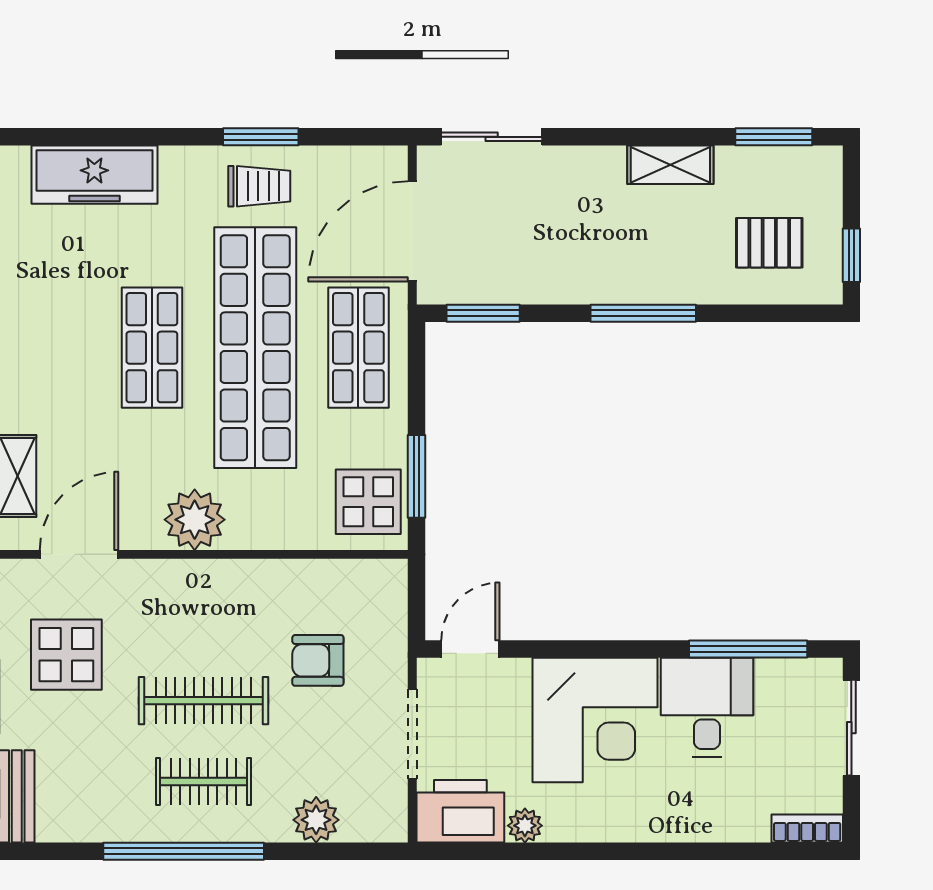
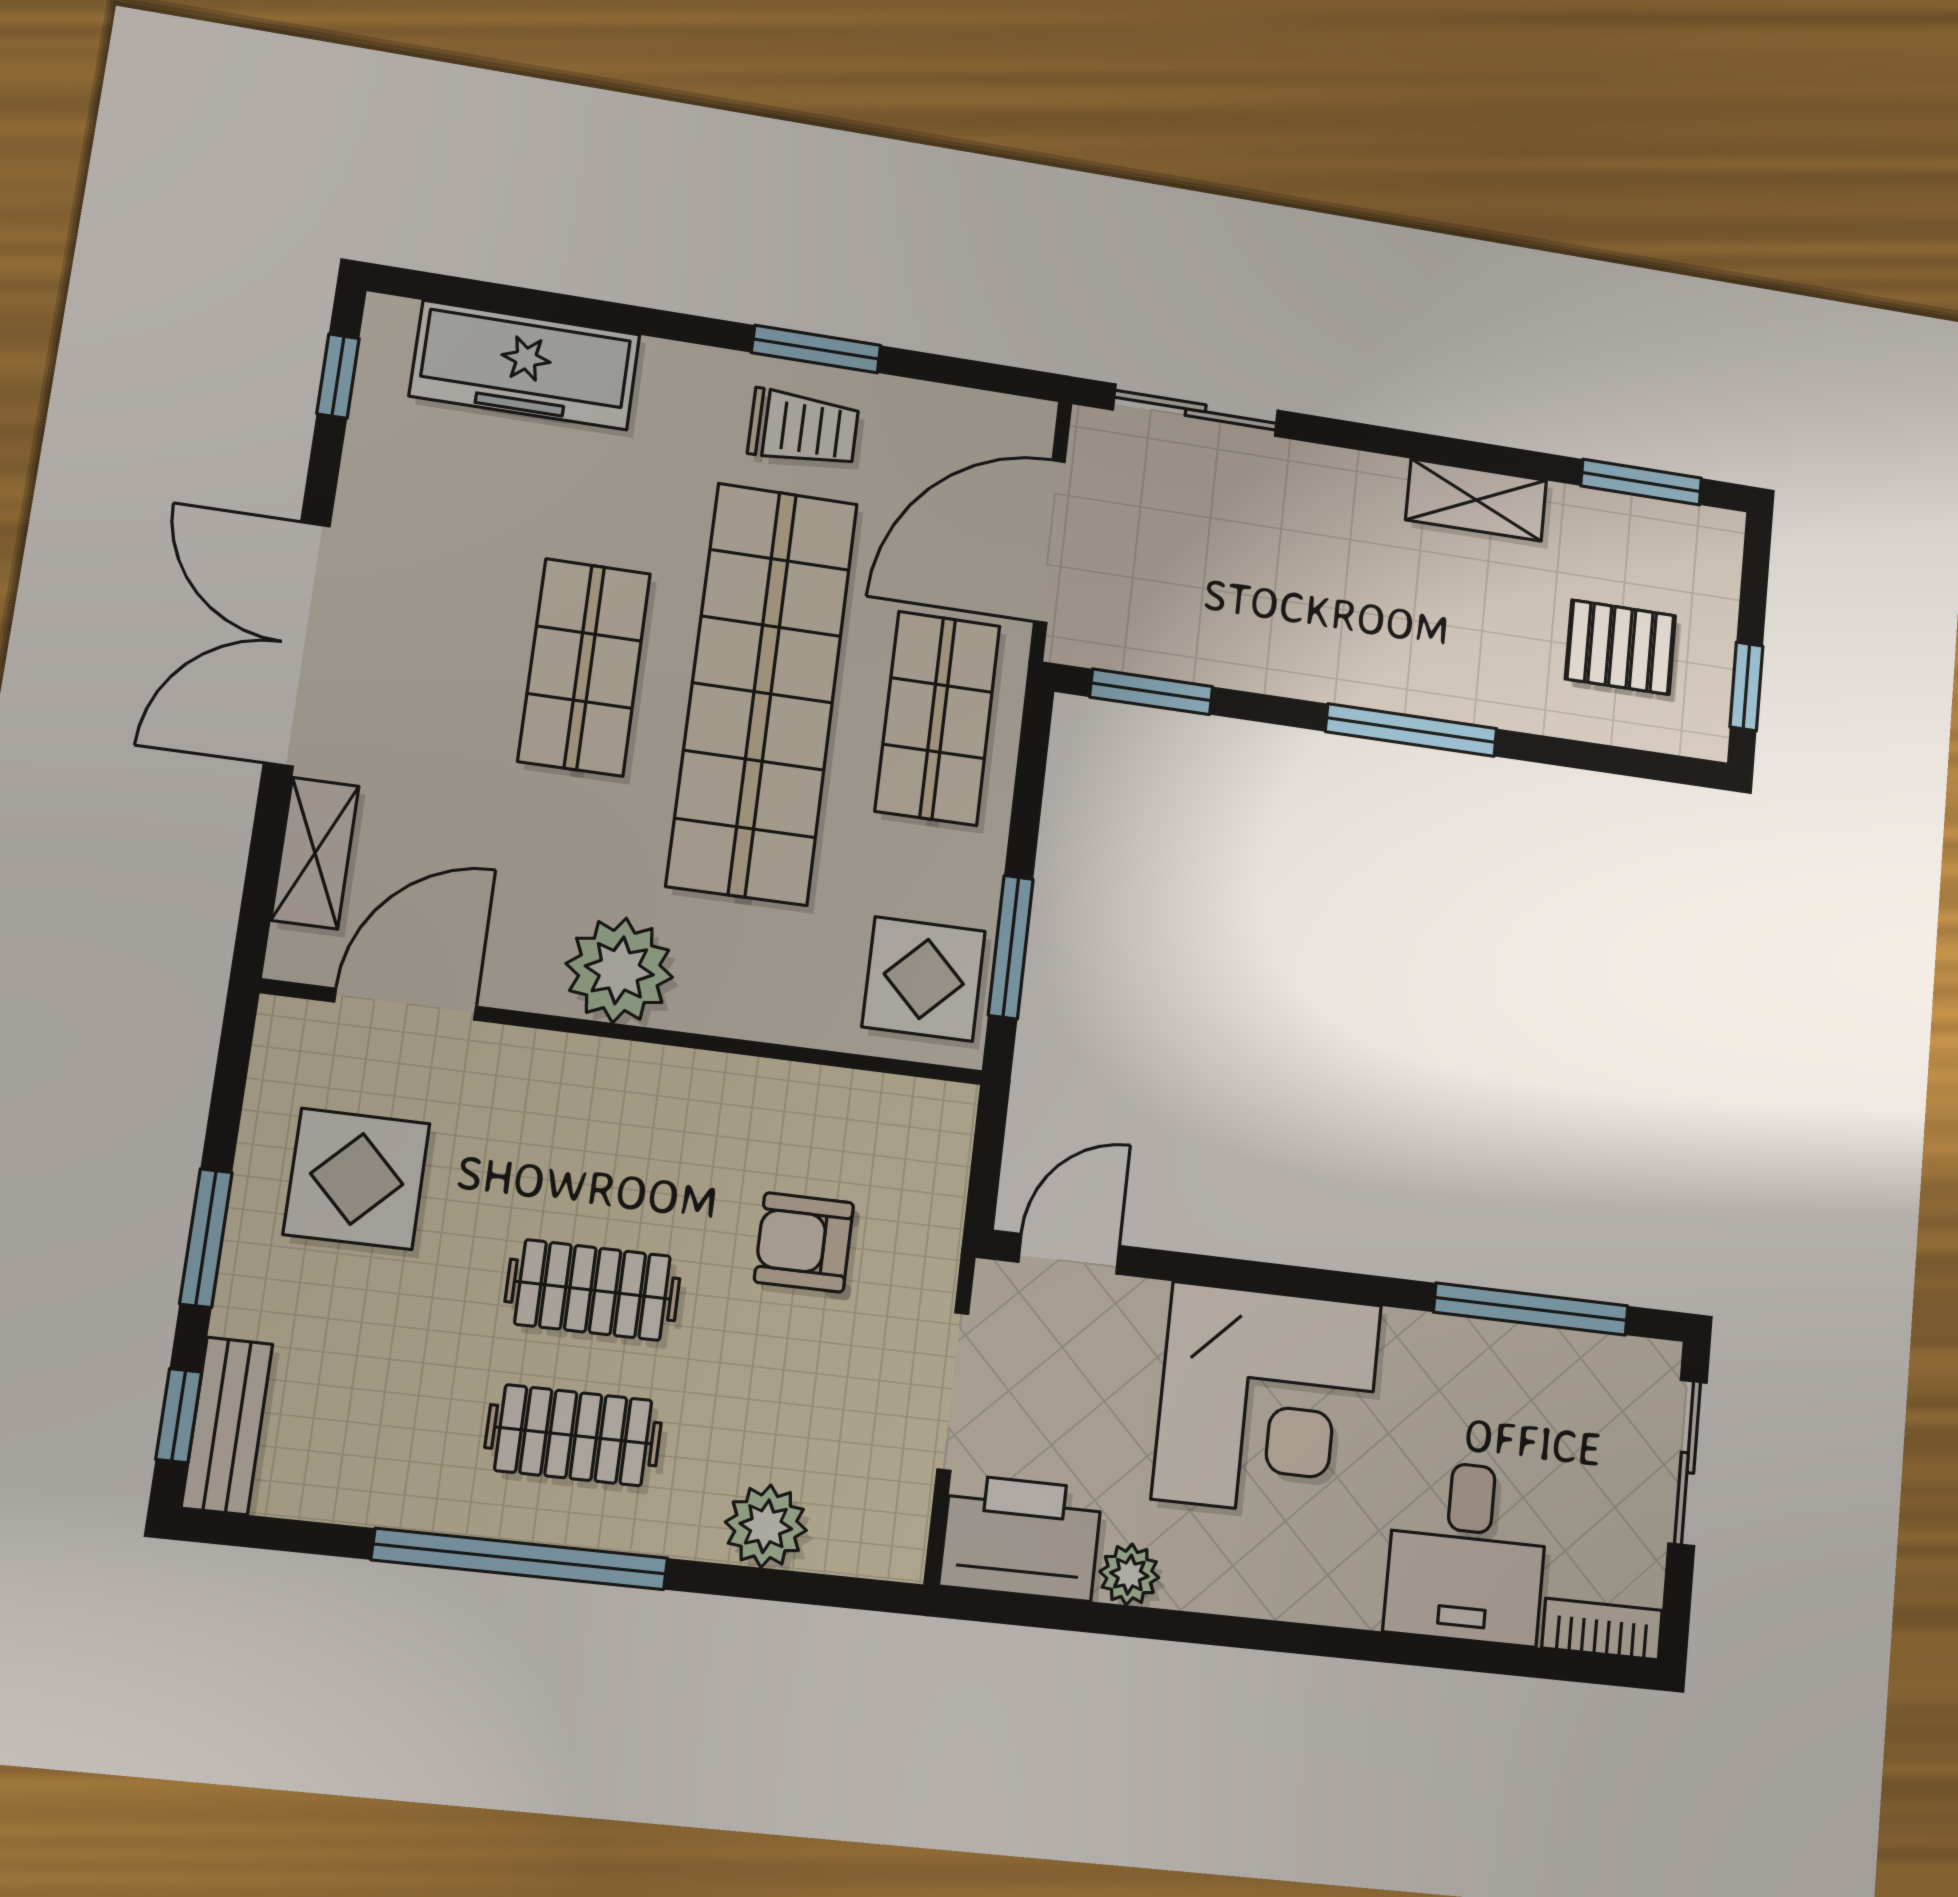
clothes rail: (204, 701) -> (593, 1290), width x0.73
desk: (707, 707) -> (1467, 1552), moved, turned 180

